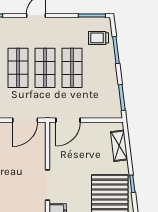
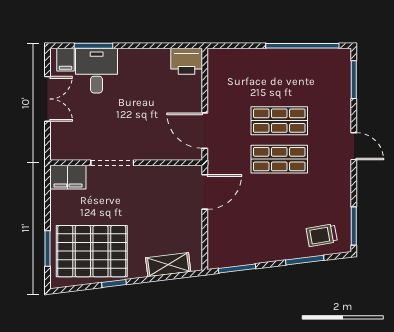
trolley: (98, 38) -> (322, 235), turned -100
shop shelf: (72, 68) -> (279, 198), removed
door: (68, 120) -> (205, 192), swing flipped

